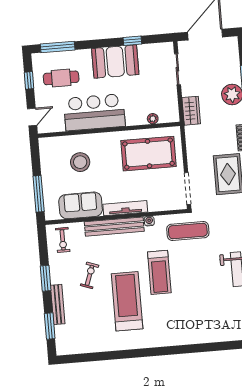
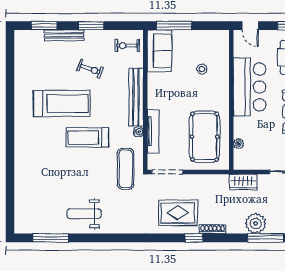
stool: (80, 162) -> (202, 69), width x0.53, depth x0.53
sofa: (81, 205) -> (159, 51), moved
tv unit: (125, 208) -> (153, 131), moved

